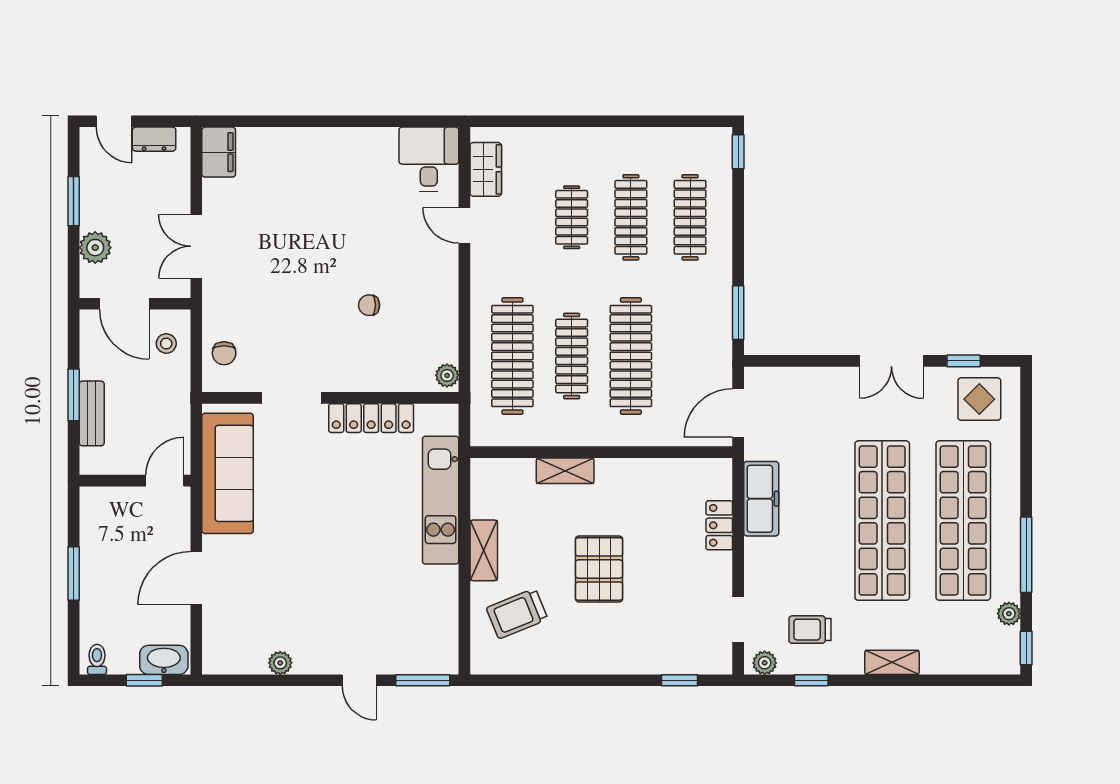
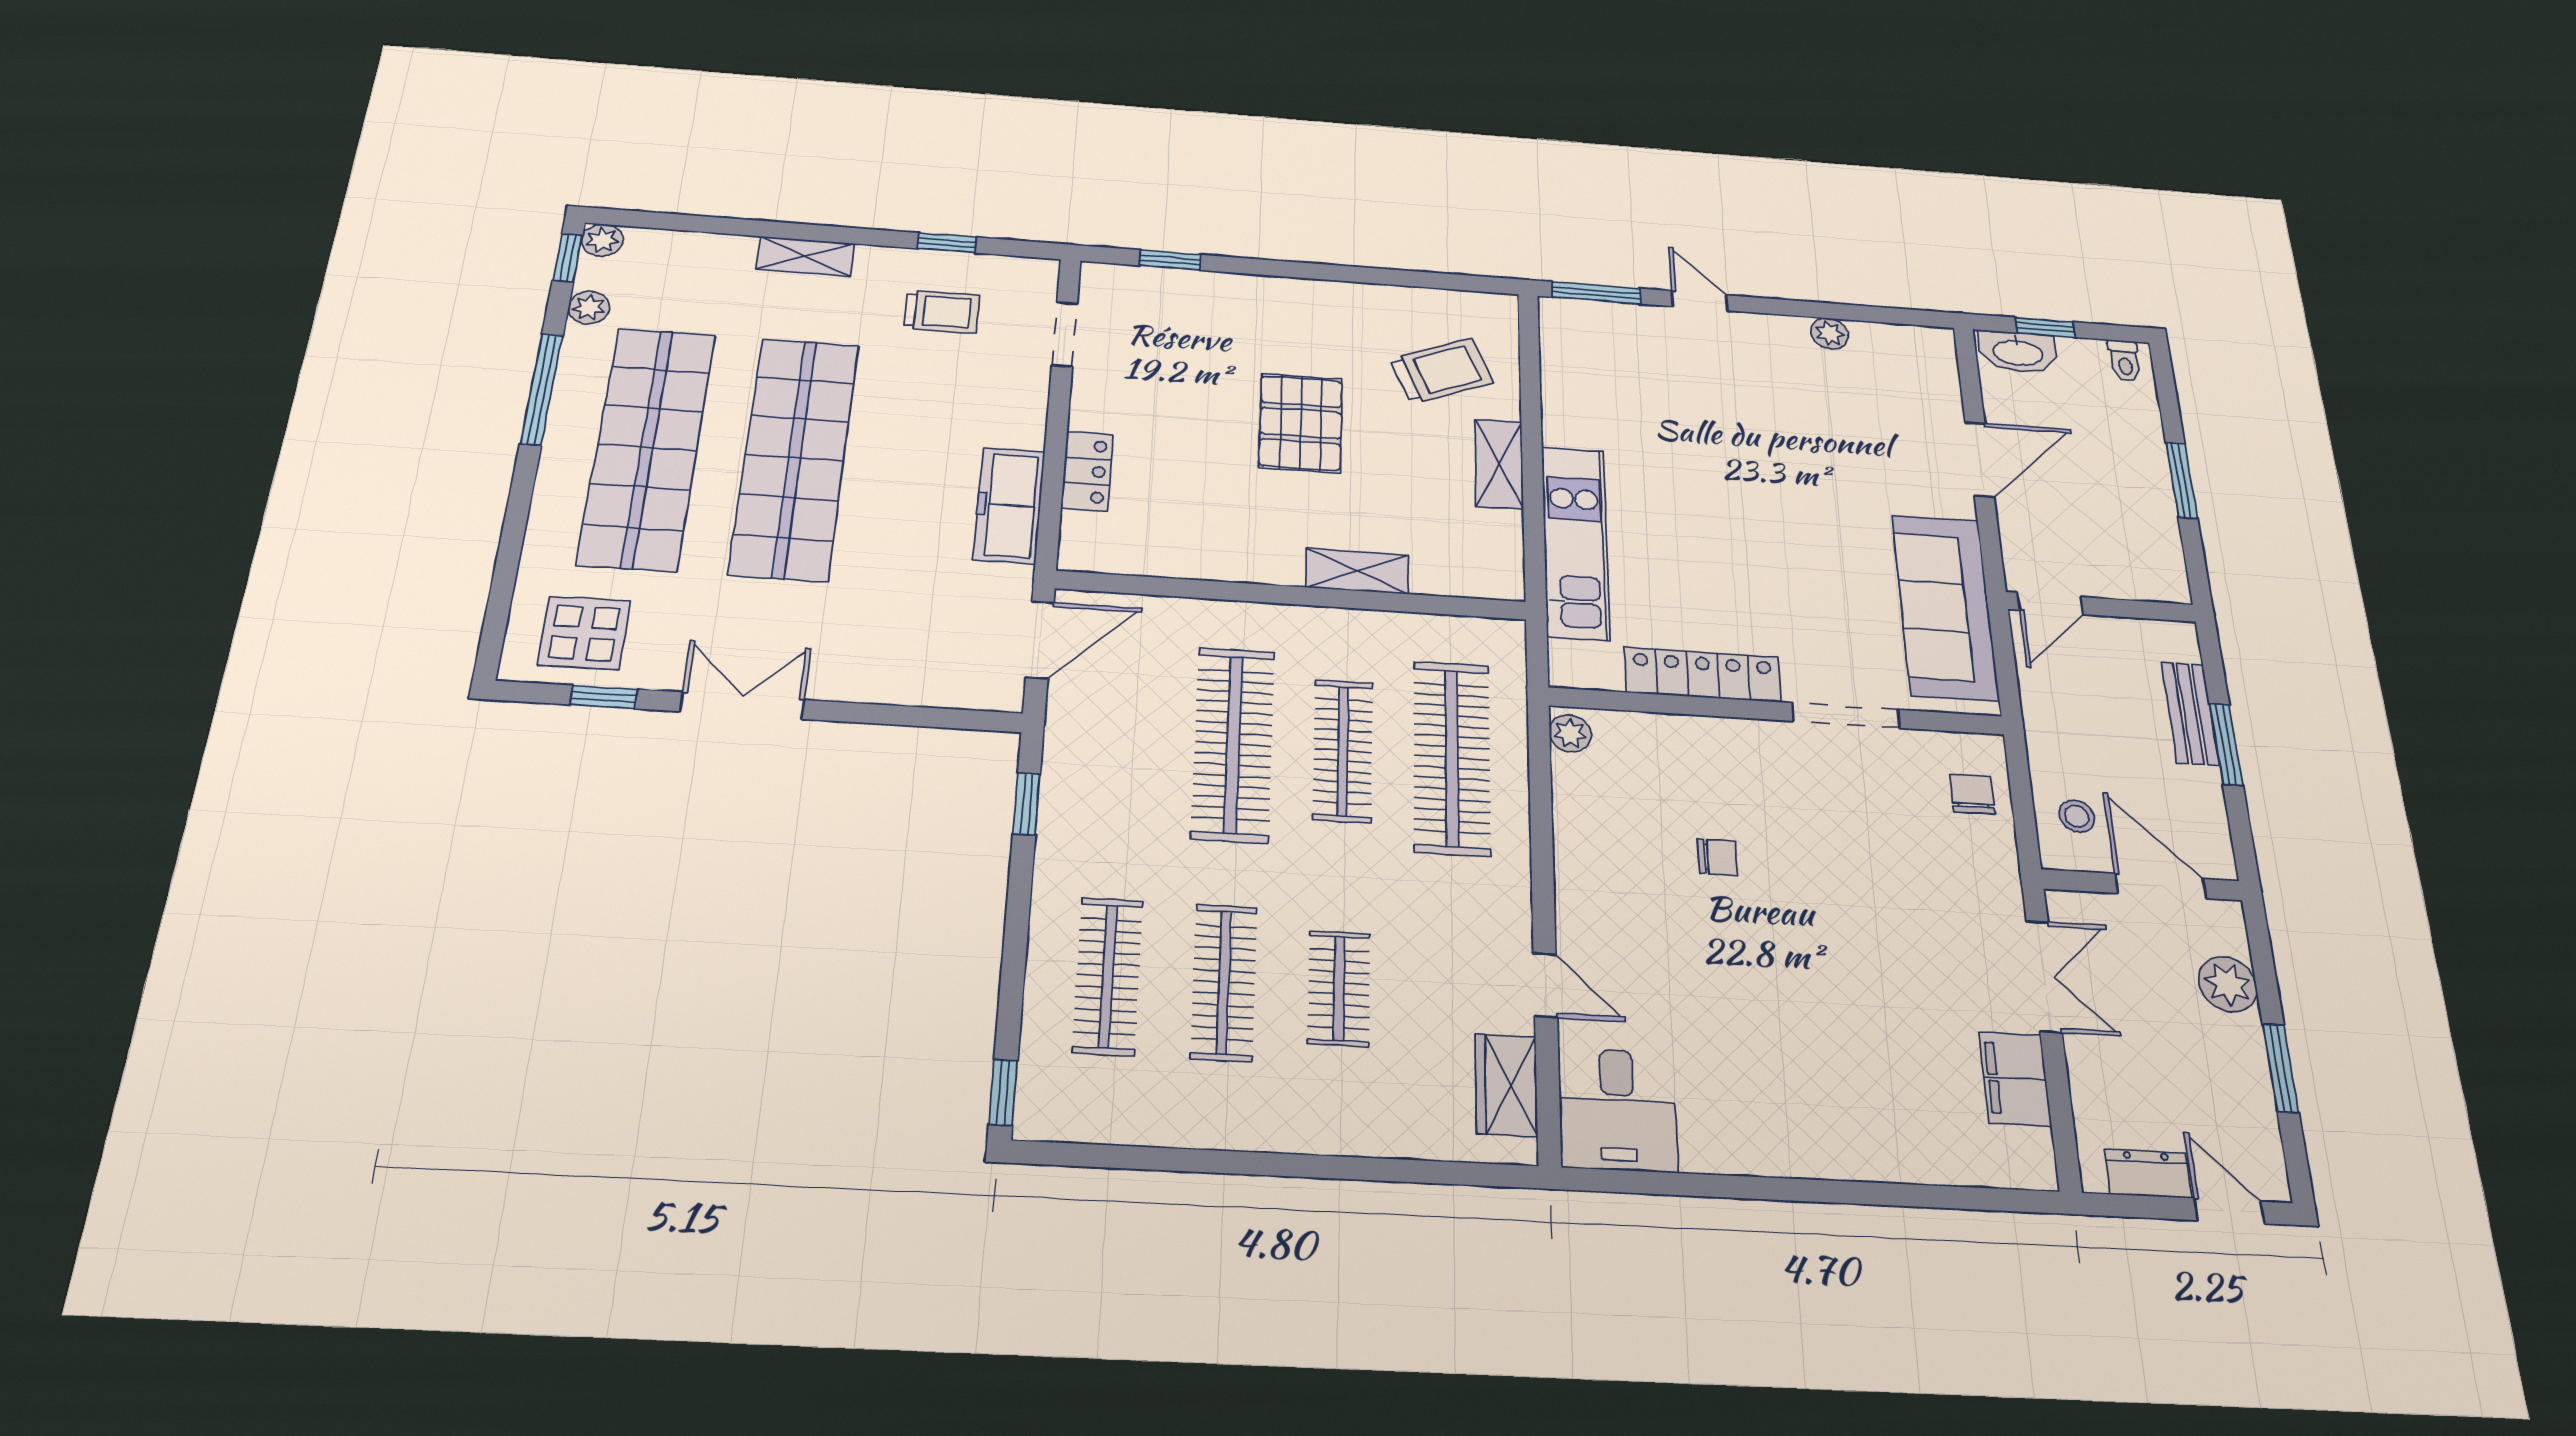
filing cabinet: (219, 152) -> (2015, 1079), moved
window: (738, 313) -> (1027, 804), width x0.67
plant: (765, 663) -> (602, 240), moved

